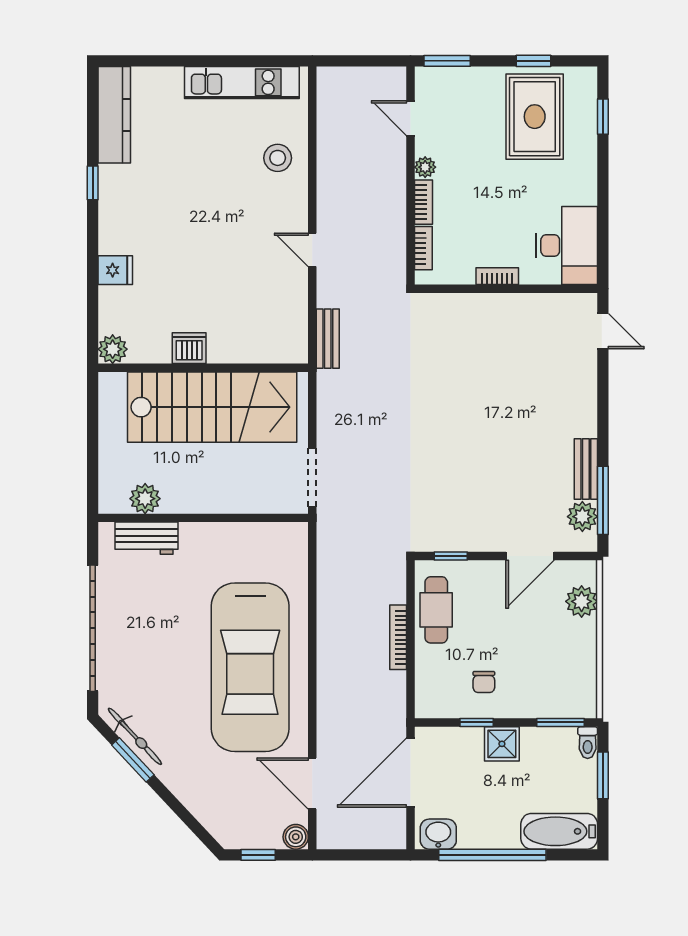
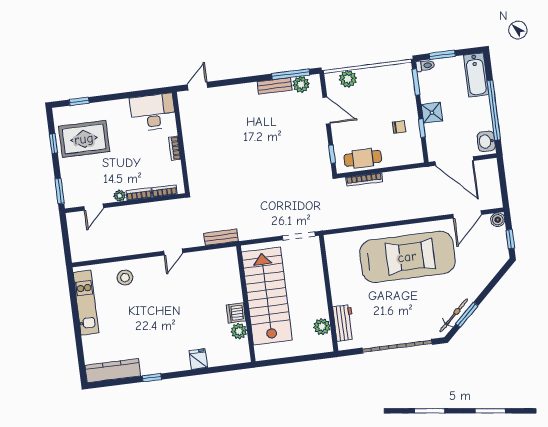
plant: (113, 349) -> (239, 331), moved
bookcase: (398, 637) -> (364, 179), moved

